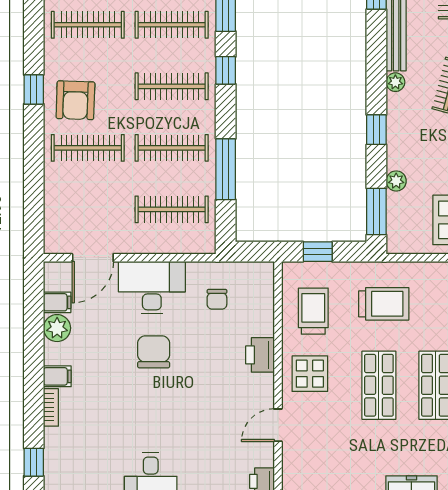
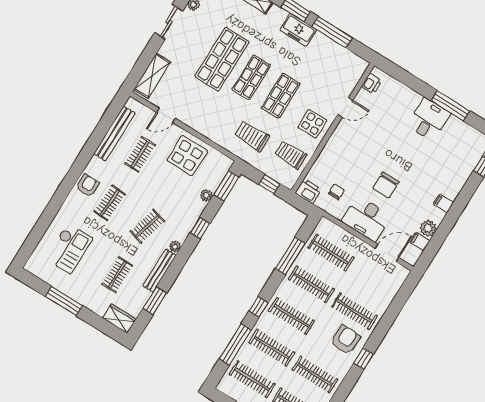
trolley: (313, 311) -> (291, 155), turned 90
printer: (260, 355) -> (308, 191), moved, turned -90
bookcase: (51, 407) -> (457, 189), removed

